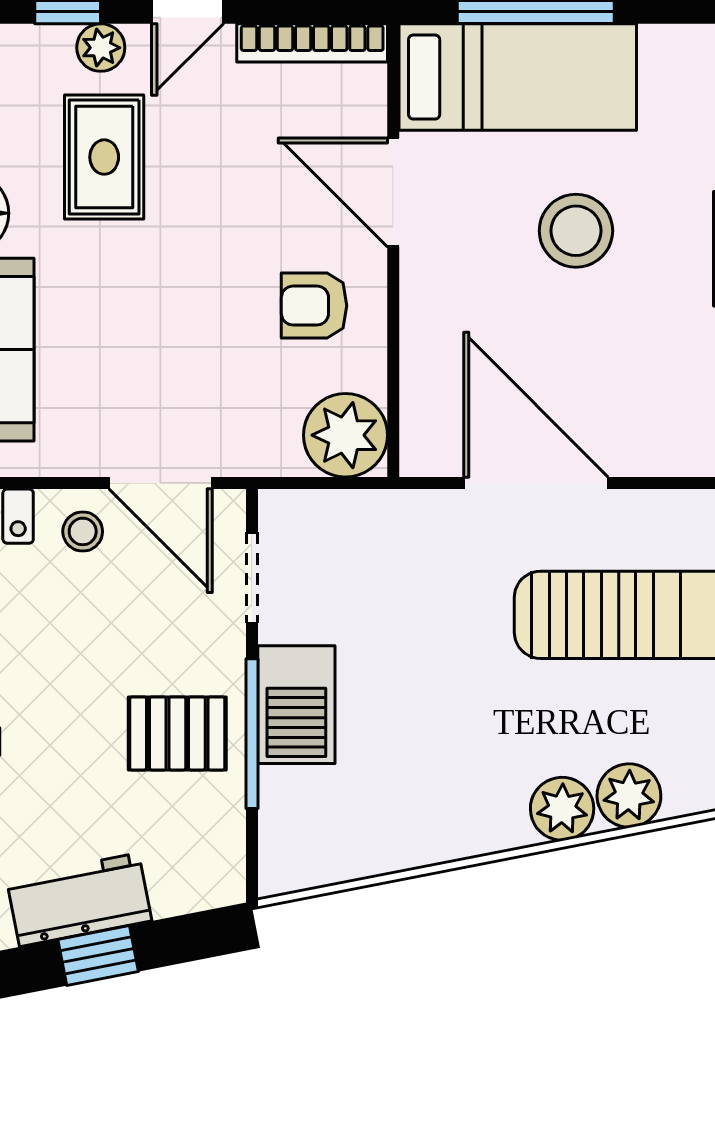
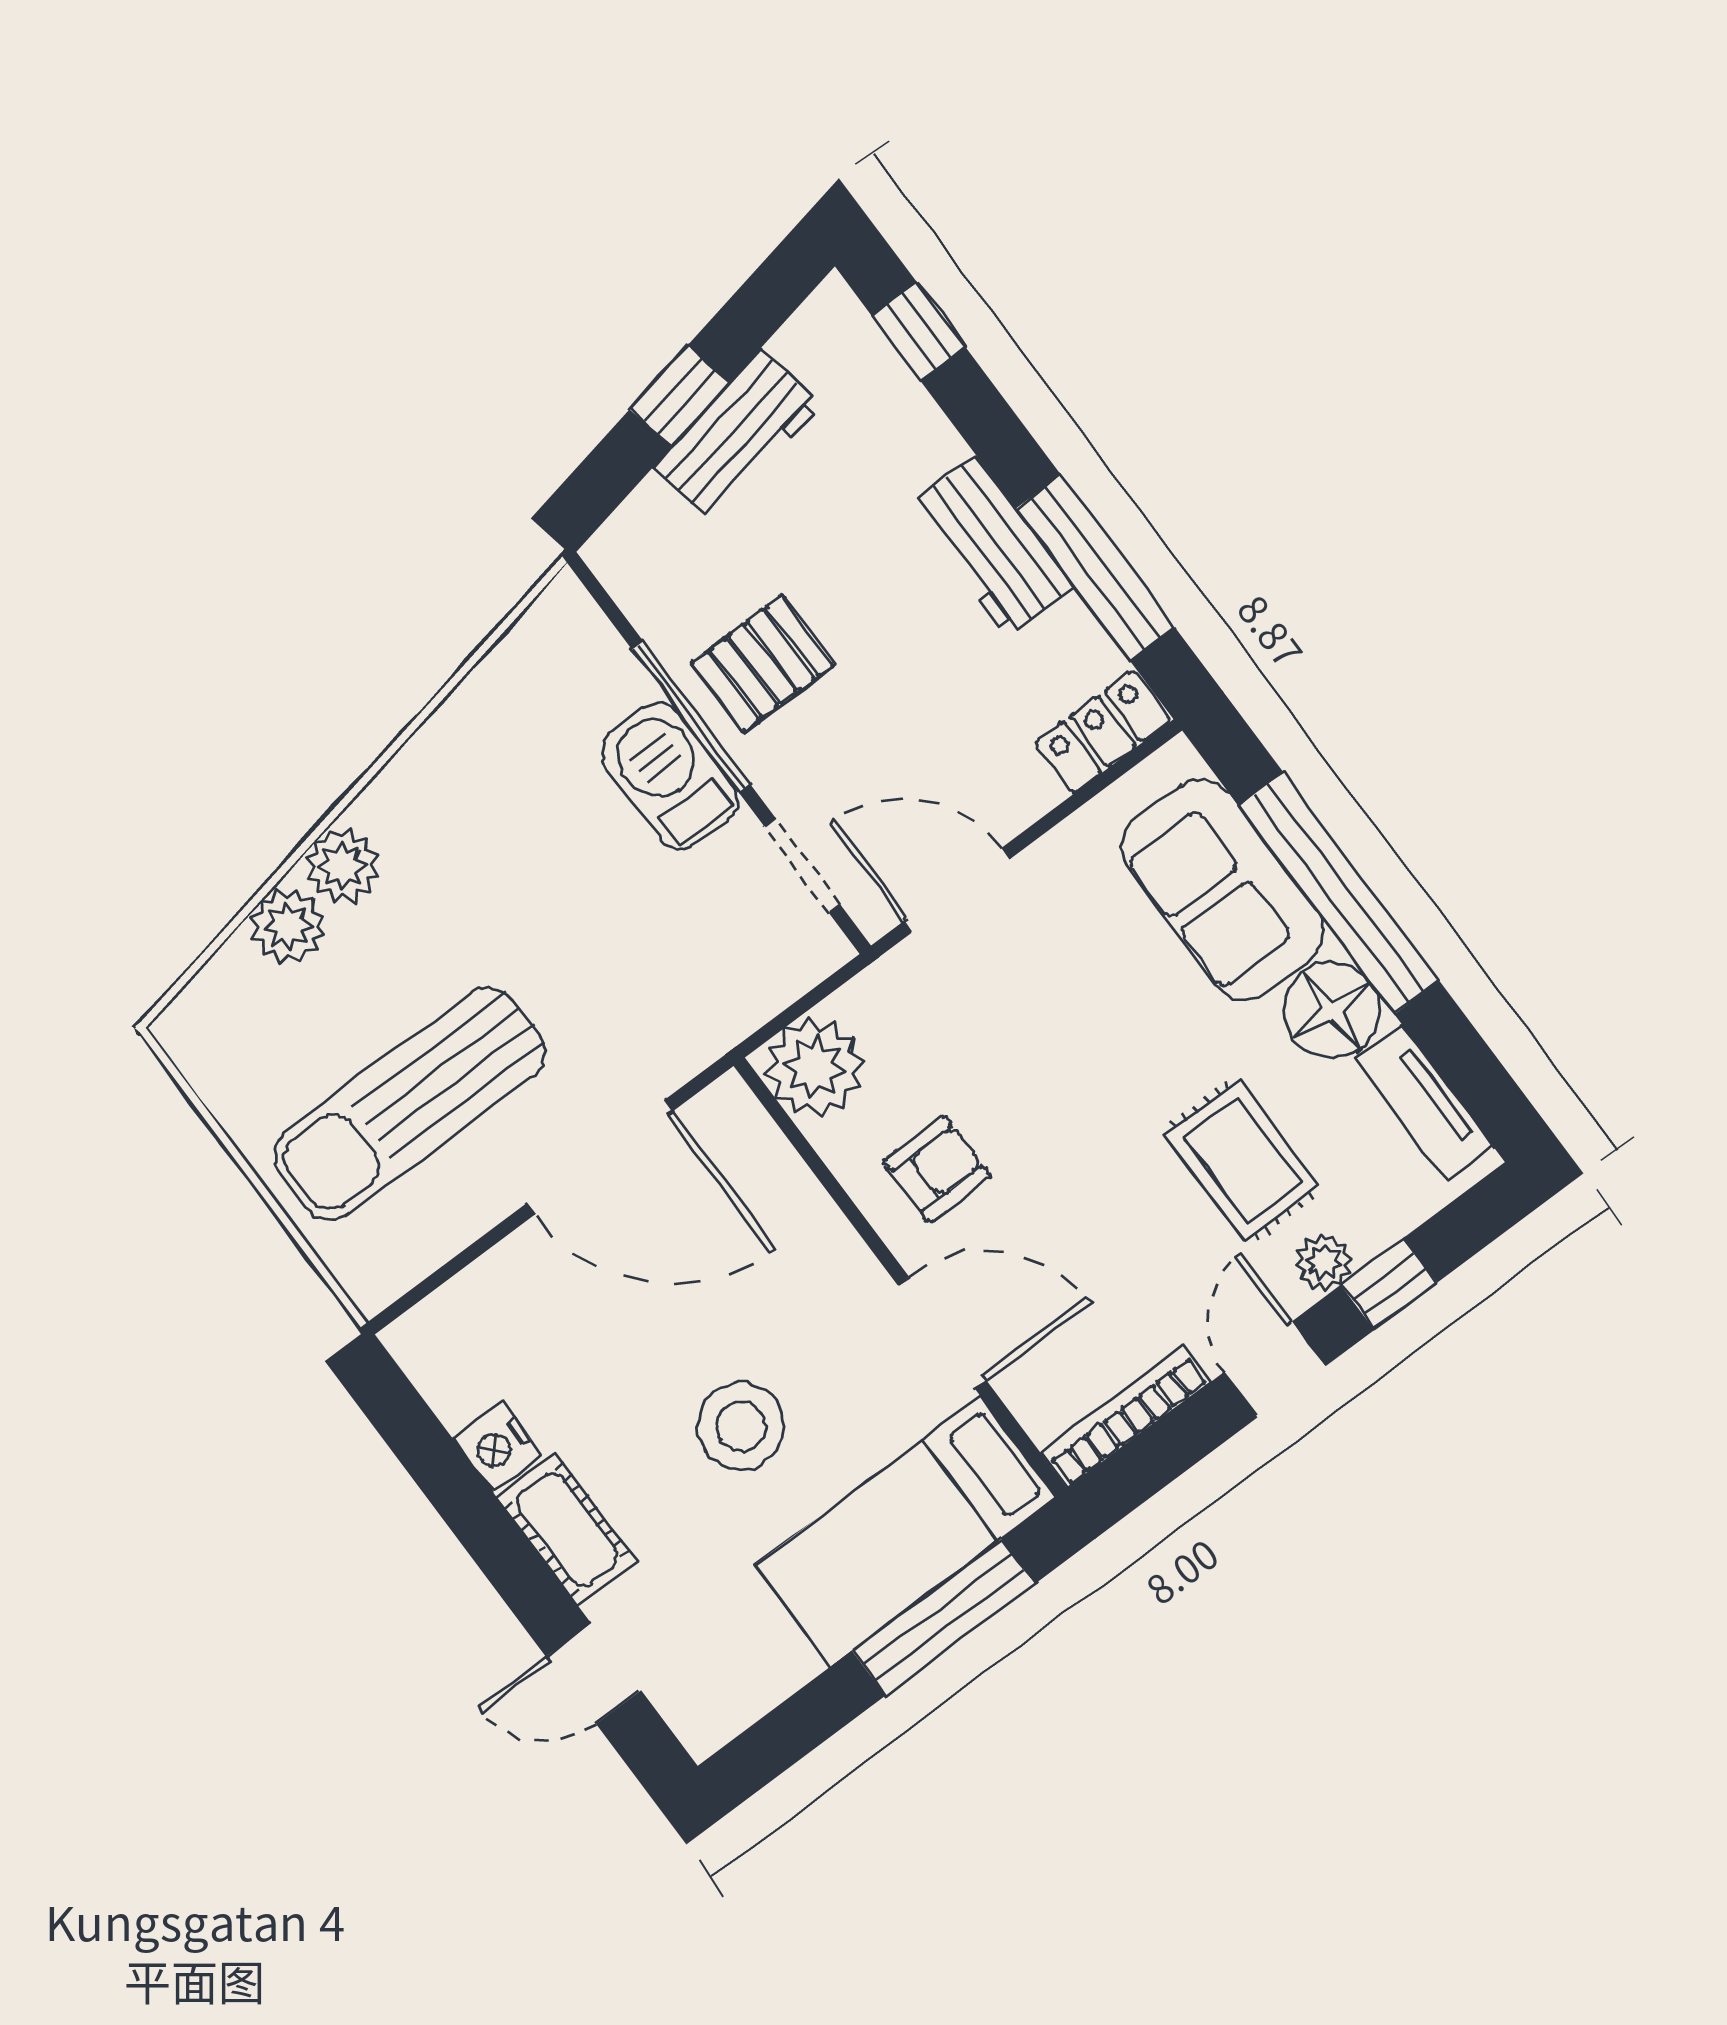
stool: (83, 531) -> (996, 789), removed

